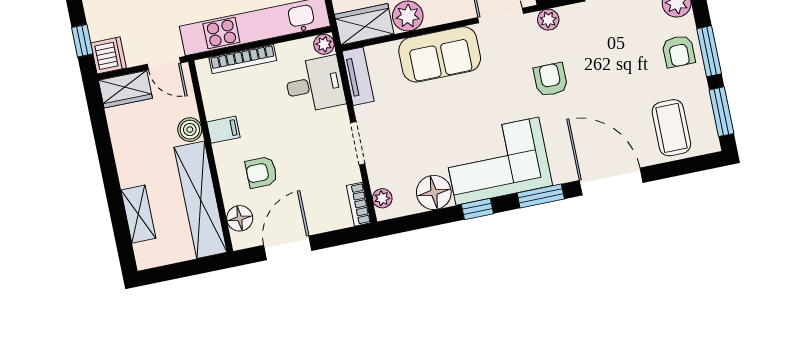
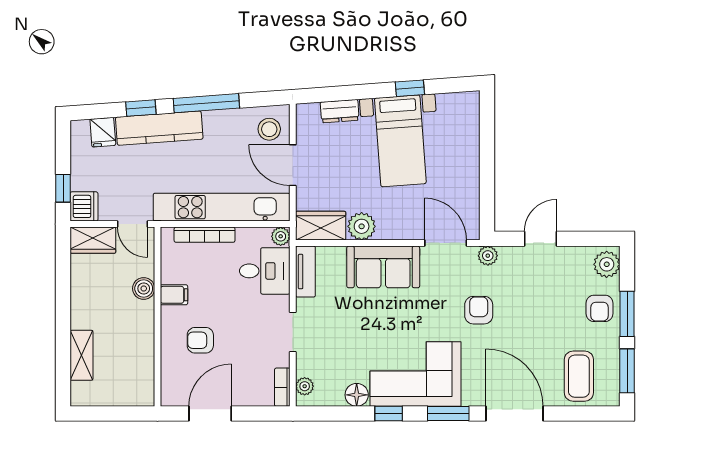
floor lamp: (434, 192) -> (357, 395), width x0.73, depth x0.73
shelving: (201, 200) -> (140, 354), removed
floor lamp: (240, 218) -> (172, 378), removed

